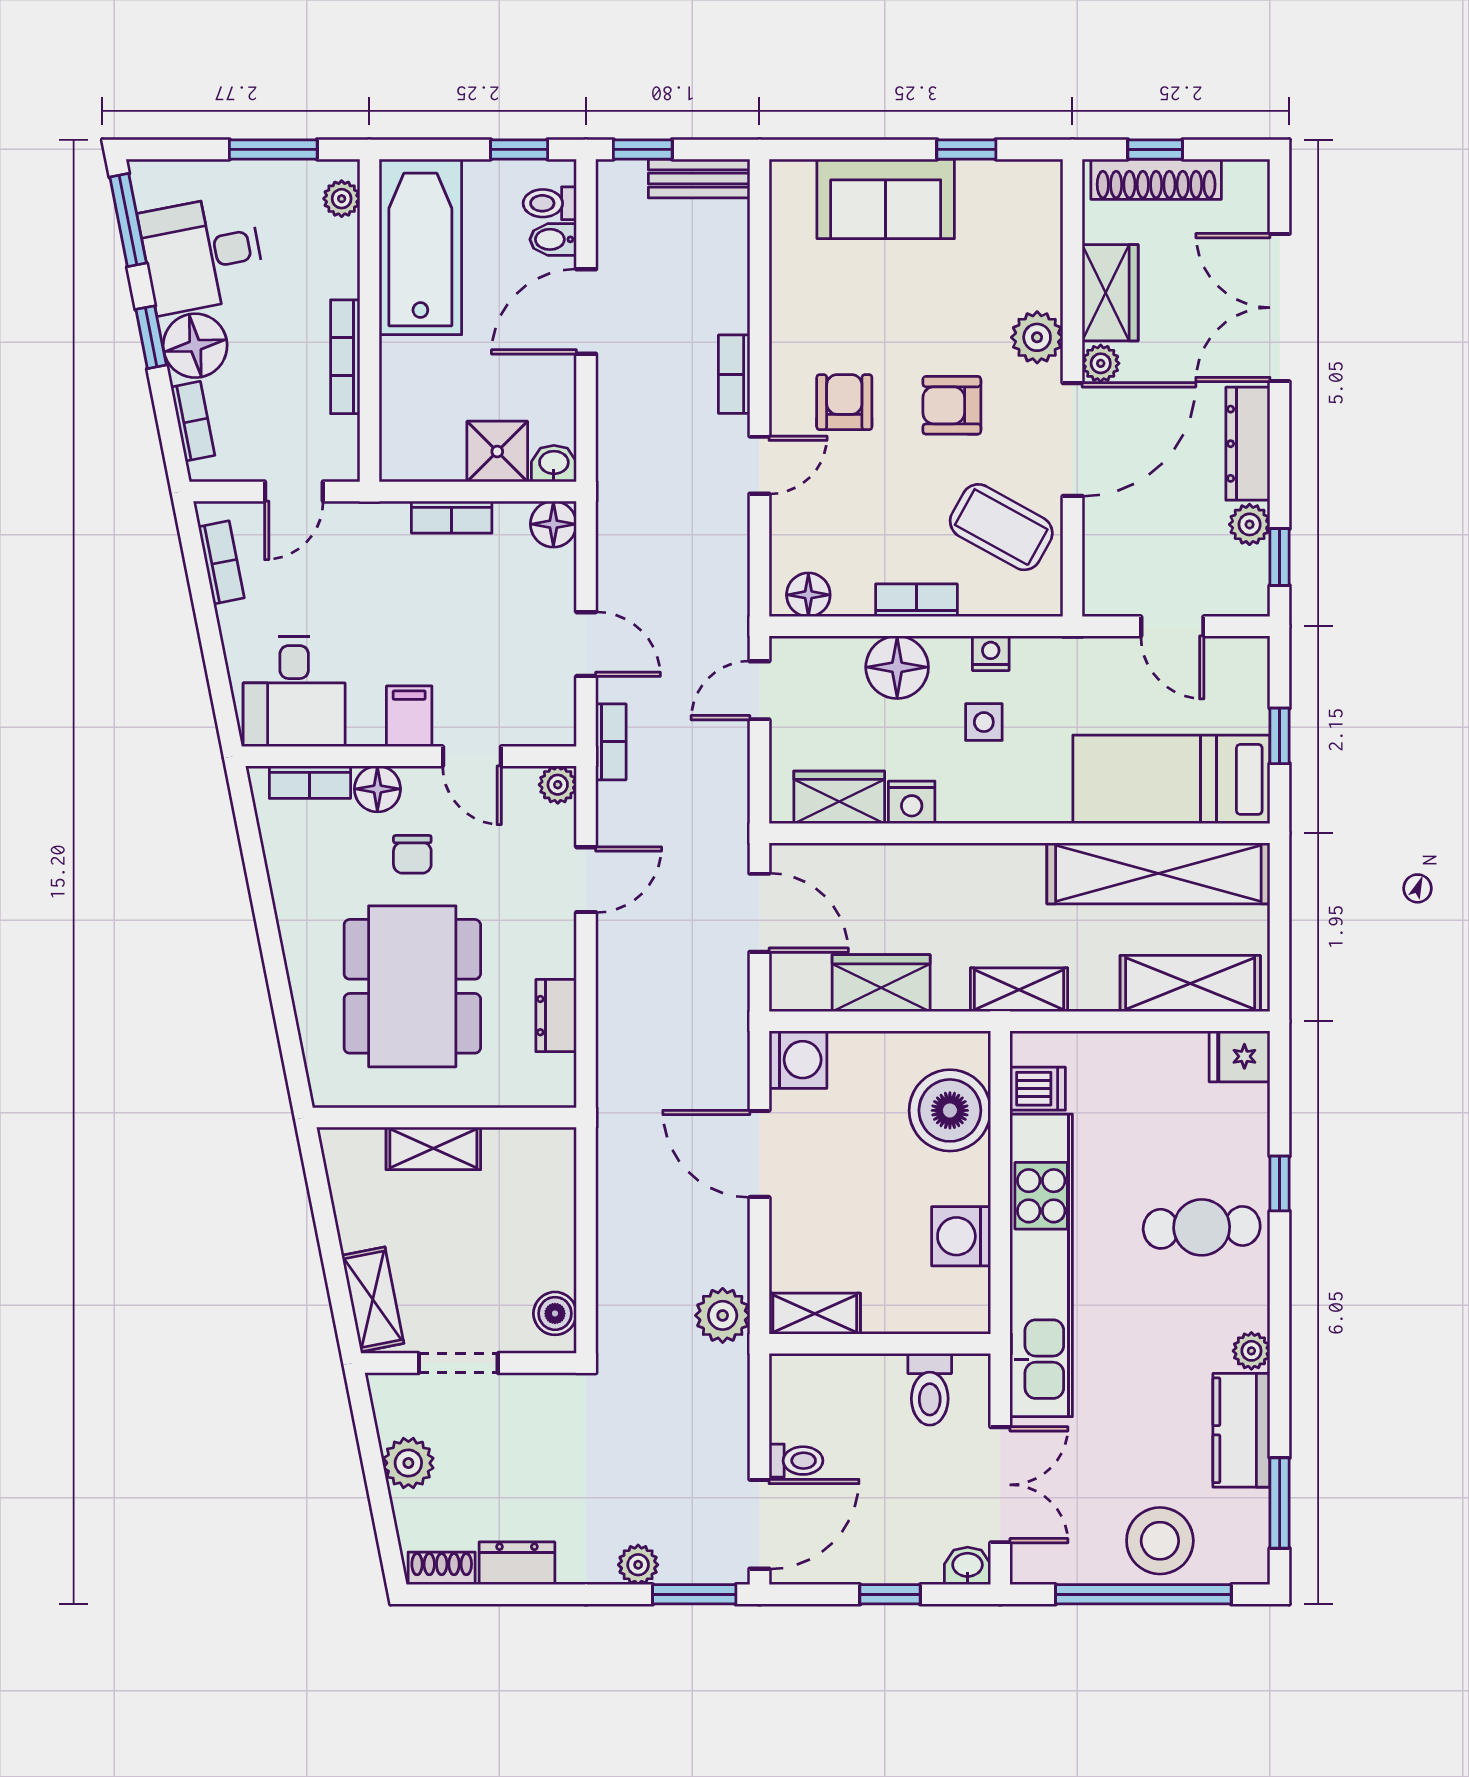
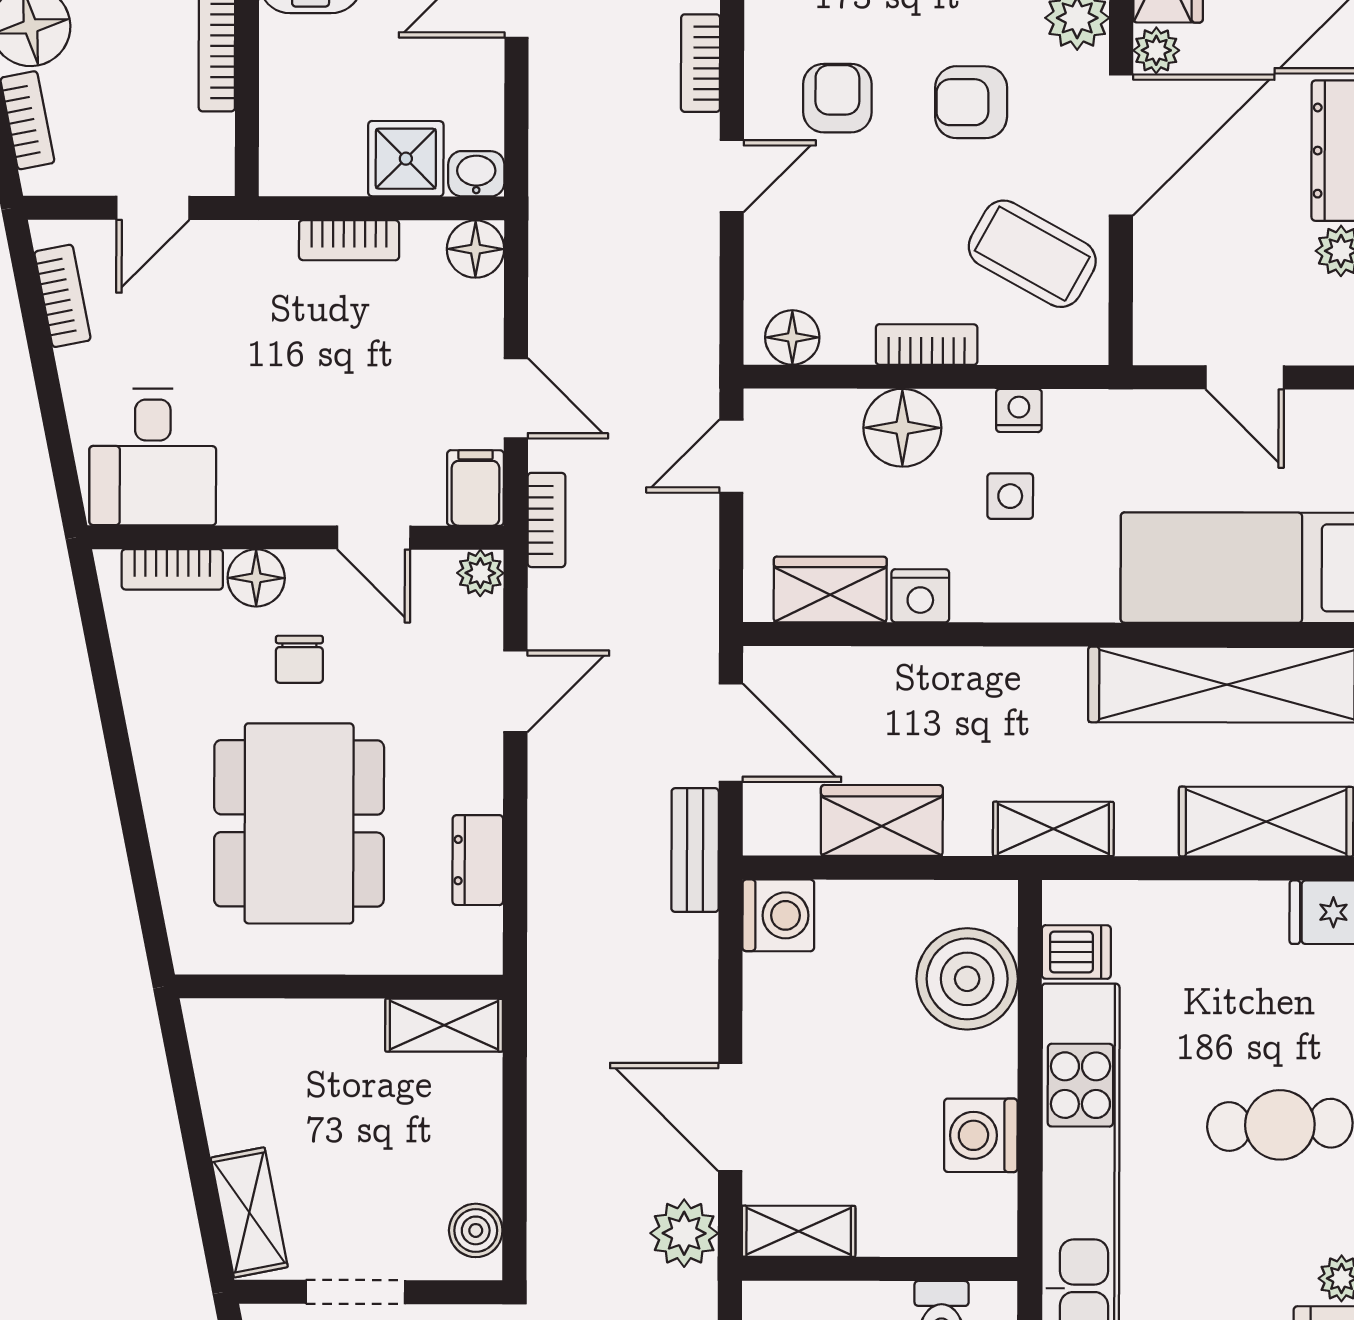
filing cabinet: (409, 716) -> (475, 488), moved
bench: (731, 1007) -> (695, 850), added
shelving: (433, 1148) -> (444, 1025), moved
door: (759, 1154) -> (730, 1117), moved

